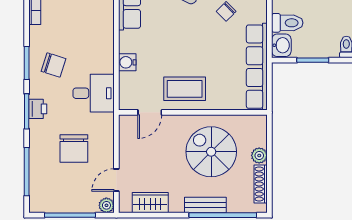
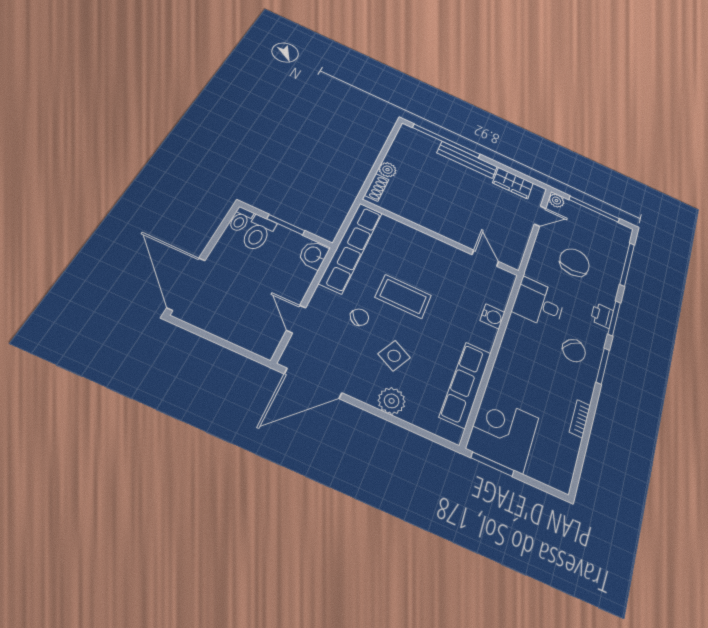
toilet: (287, 23) -> (258, 233), moved, turned -90
chair: (54, 65) -> (574, 351), turned -149
coffee table: (185, 89) -> (403, 296), moved
door: (150, 112) -> (485, 258), hinge flipped
spiral stairs: (211, 152) -> (435, 195), removed
shoe rack: (261, 184) -> (377, 187), moved, width x0.70
bench: (205, 205) -> (467, 160), width x1.36

